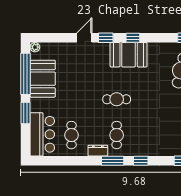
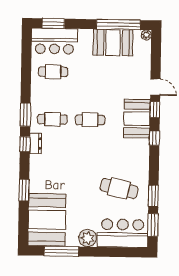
booth: (129, 55) -> (137, 119), moved
cafe table: (117, 99) -> (90, 120), turned 90
window: (26, 113) -> (53, 23), moved
dresser: (98, 151) -> (36, 143), moved

